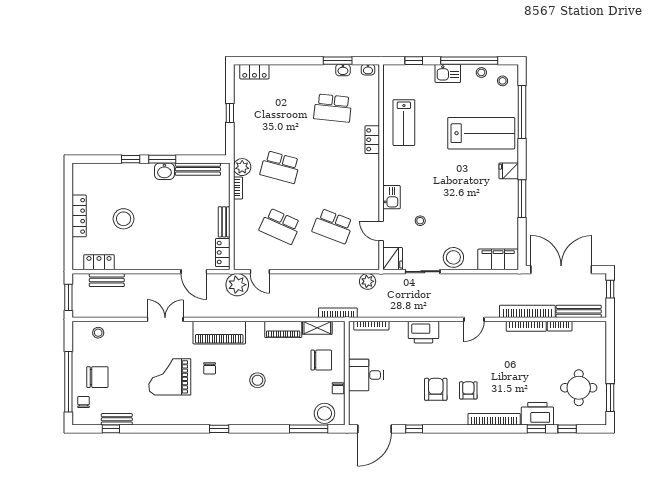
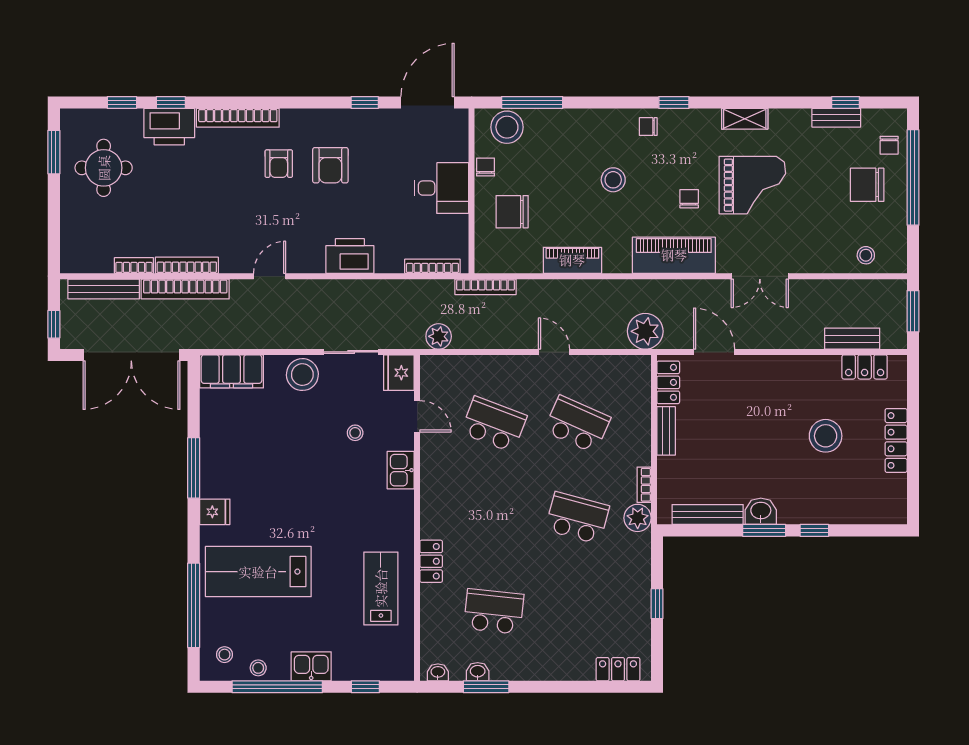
door: (260, 272) -> (554, 352), moved
shelving: (317, 328) -> (745, 119), moved
chair: (235, 414) -> (648, 127), added

